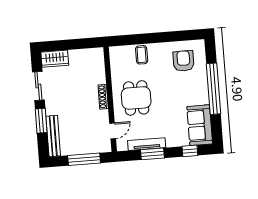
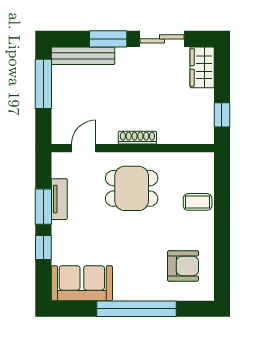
window: (84, 43) -> (222, 115), added
door: (113, 131) -> (84, 148), swing flipped
tv unit: (147, 144) -> (59, 199), width x0.71
window: (190, 151) -> (43, 248), moved
window: (84, 159) -> (43, 84), moved

